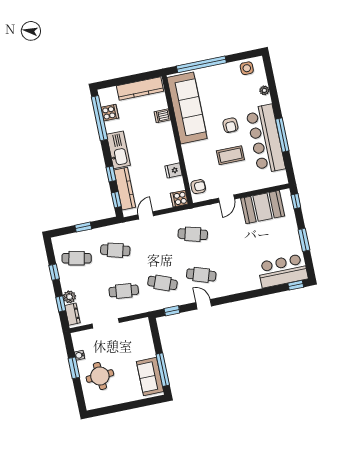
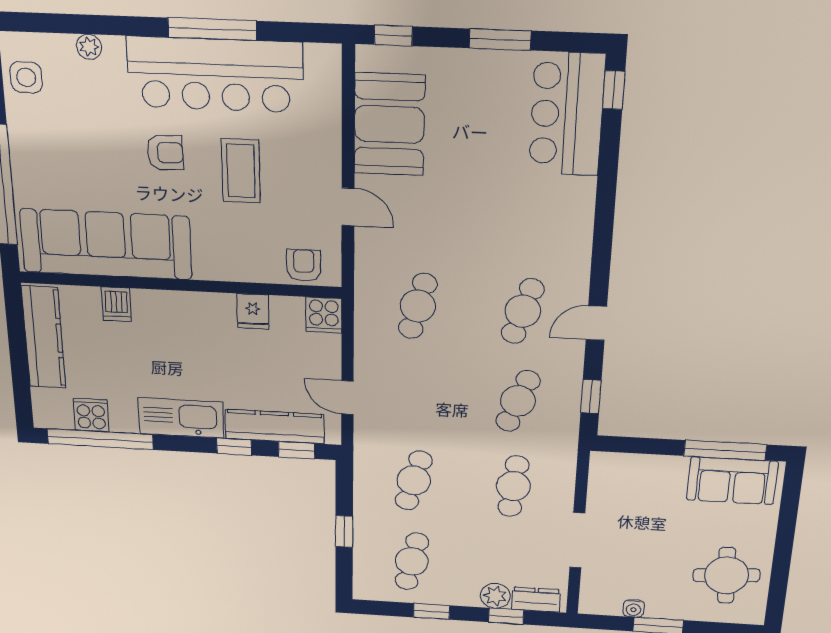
round table: (100, 376) -> (726, 575), moved

